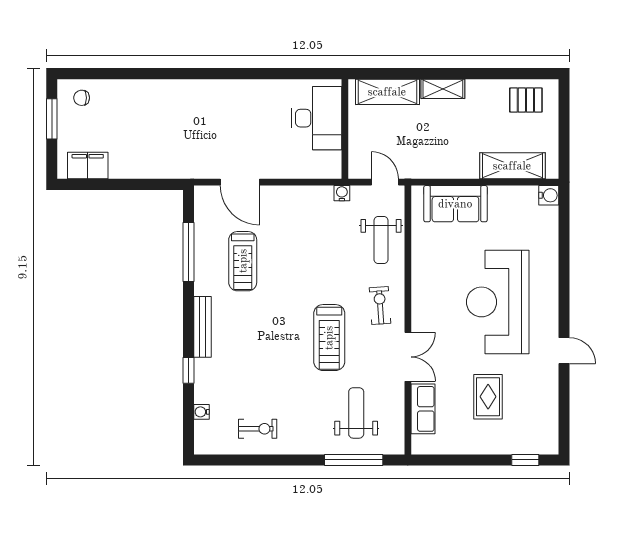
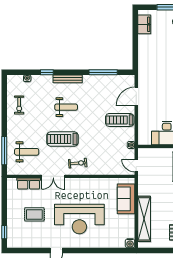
shelving: (512, 166) -> (144, 219), width x1.47
door: (385, 182) -> (136, 165), swing flipped
weight bench: (381, 240) -> (66, 107), moved, turned 180
treadmill: (243, 261) -> (120, 120), moved
reception desk: (498, 302) -> (79, 219), turned 180

